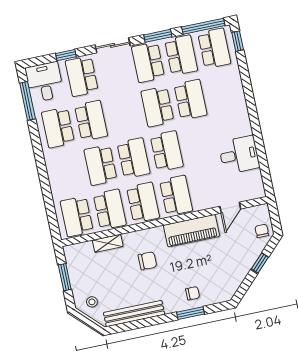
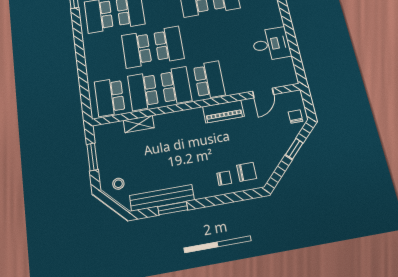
school desk: (167, 151) -> (201, 39), removed
school desk: (110, 209) -> (143, 91), turned 180
piano: (191, 231) -> (223, 111), width x0.73, depth x0.75
chair: (147, 261) -> (247, 172), moved
window: (191, 313) -> (173, 208), moved

